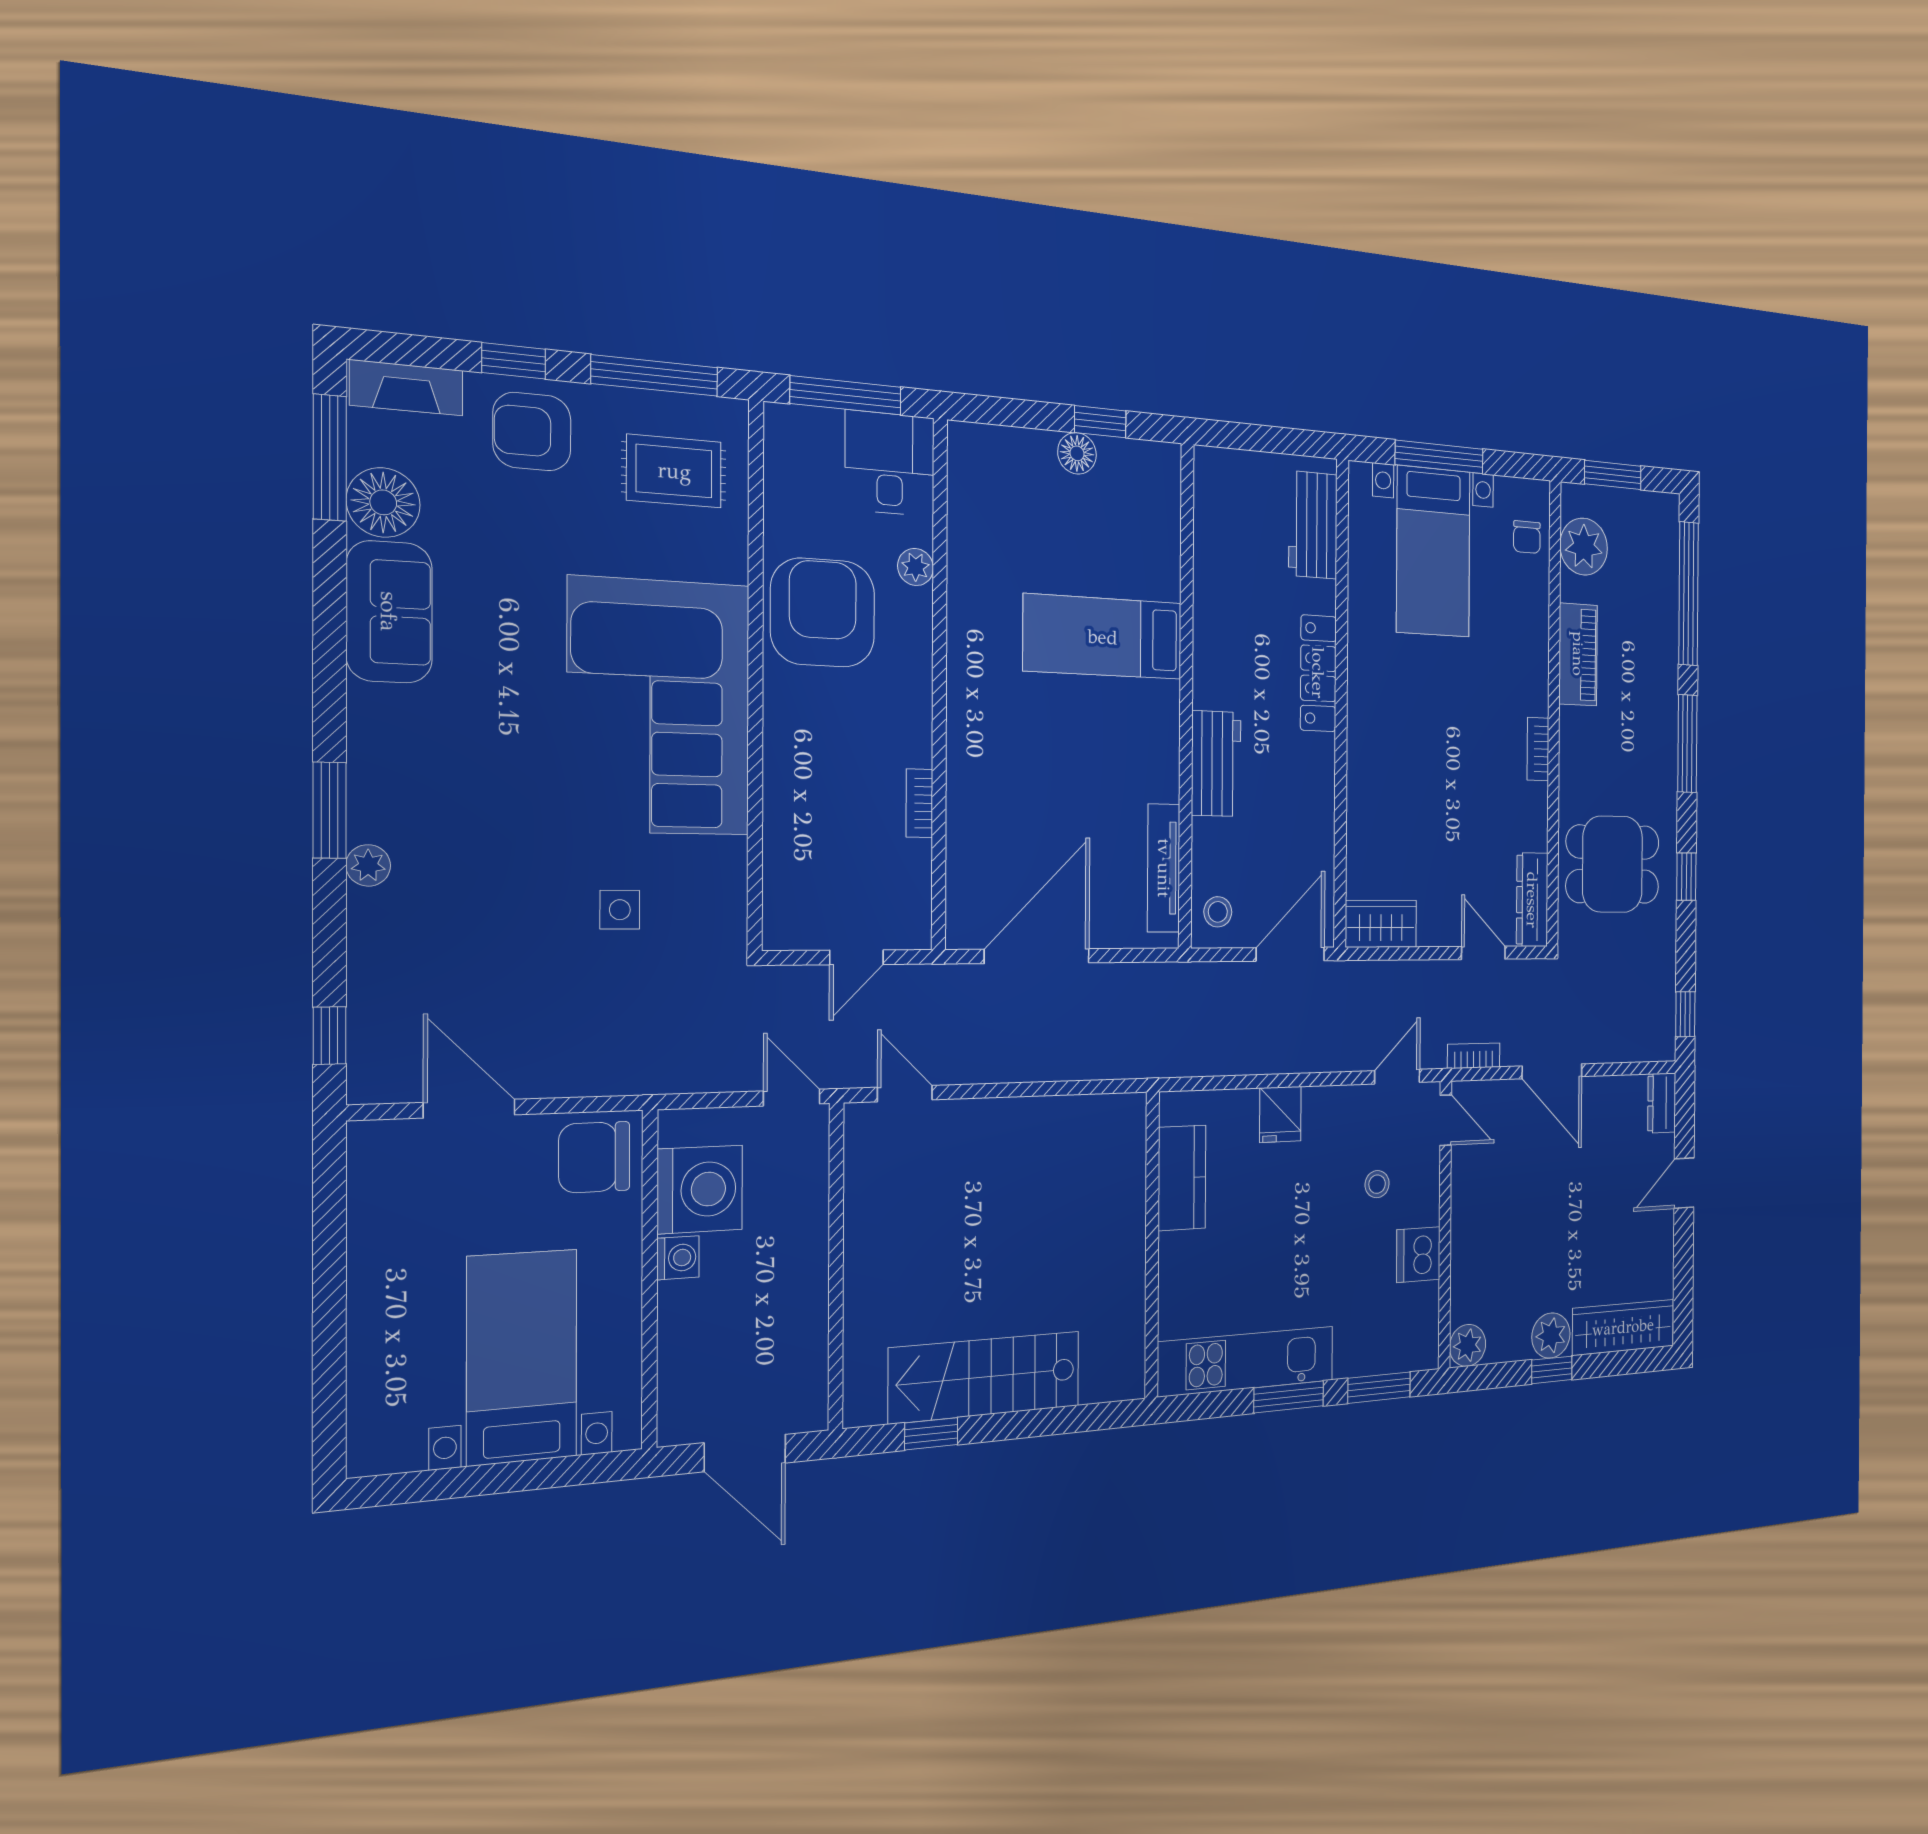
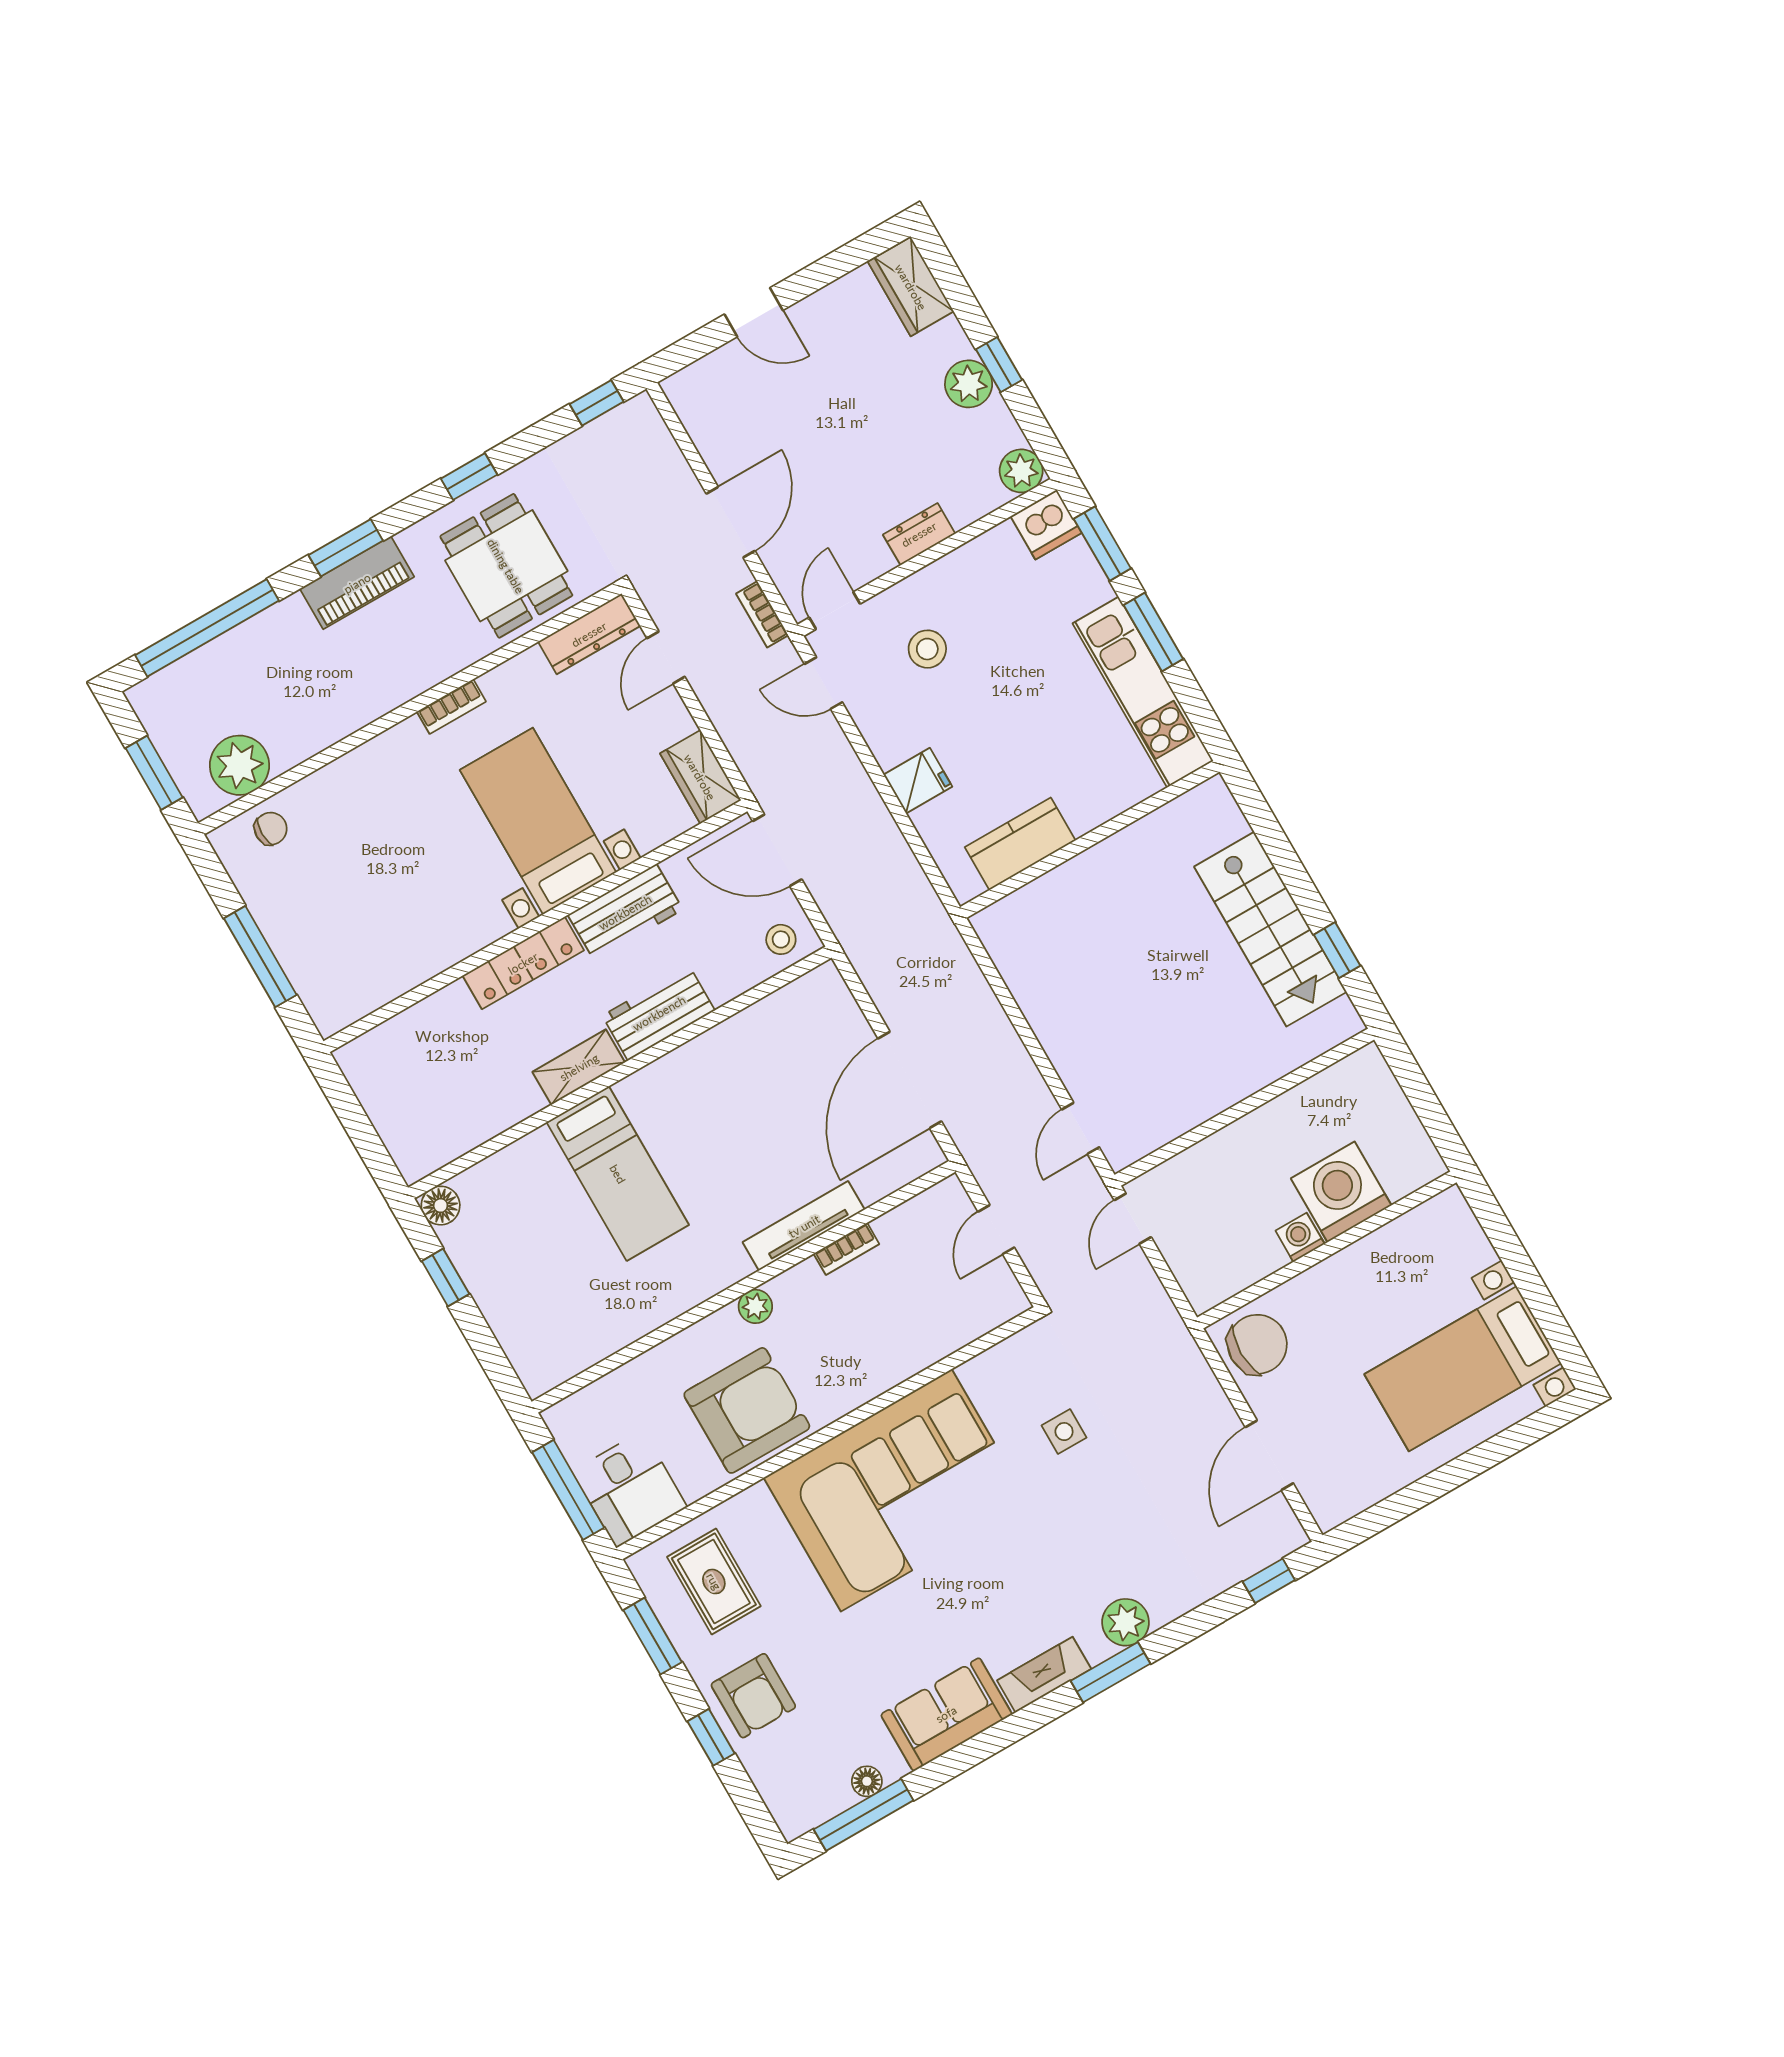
window: (655, 376) -> (653, 1636), width x0.69
fireplace: (406, 388) -> (1044, 1675), moved, turned -90
floor lamp: (1077, 453) -> (441, 1206), moved
desk: (890, 463) -> (630, 1489), moved, turned -90
floor lamp: (383, 502) -> (867, 1781), width x0.53, depth x0.53
workbench: (1313, 525) -> (625, 912), moved
bed with nightstands: (1433, 552) -> (538, 821), moved, turned -90
plant: (916, 567) -> (755, 1306), moved
armchair: (823, 613) -> (747, 1410), turned 180
piano: (1578, 654) -> (357, 583), moved, turned 180
shelving: (1210, 663) -> (579, 1067), added
window: (1687, 744) -> (346, 548), width x0.69
plant: (368, 865) -> (1126, 1622), width x1.38, depth x1.38
tv unit: (1164, 868) -> (804, 1226), moved, turned 180
door: (1037, 956) -> (910, 1080), hinge flipped
door: (857, 957) -> (996, 1230), swing flipped
dresser: (1662, 1103) -> (919, 534), moved, turned 180
chair: (594, 1157) -> (1257, 1344), turned -90
stool: (1377, 1184) -> (927, 649), width x1.37, depth x1.37
washing machine: (700, 1189) -> (1341, 1192), moved
dishwasher: (1418, 1255) -> (1046, 525), moved
wardrobe: (1623, 1327) -> (911, 287), width x0.67
bed with nightstands: (522, 1357) -> (1463, 1369), moved
door: (745, 1453) -> (1423, 1098), removed

